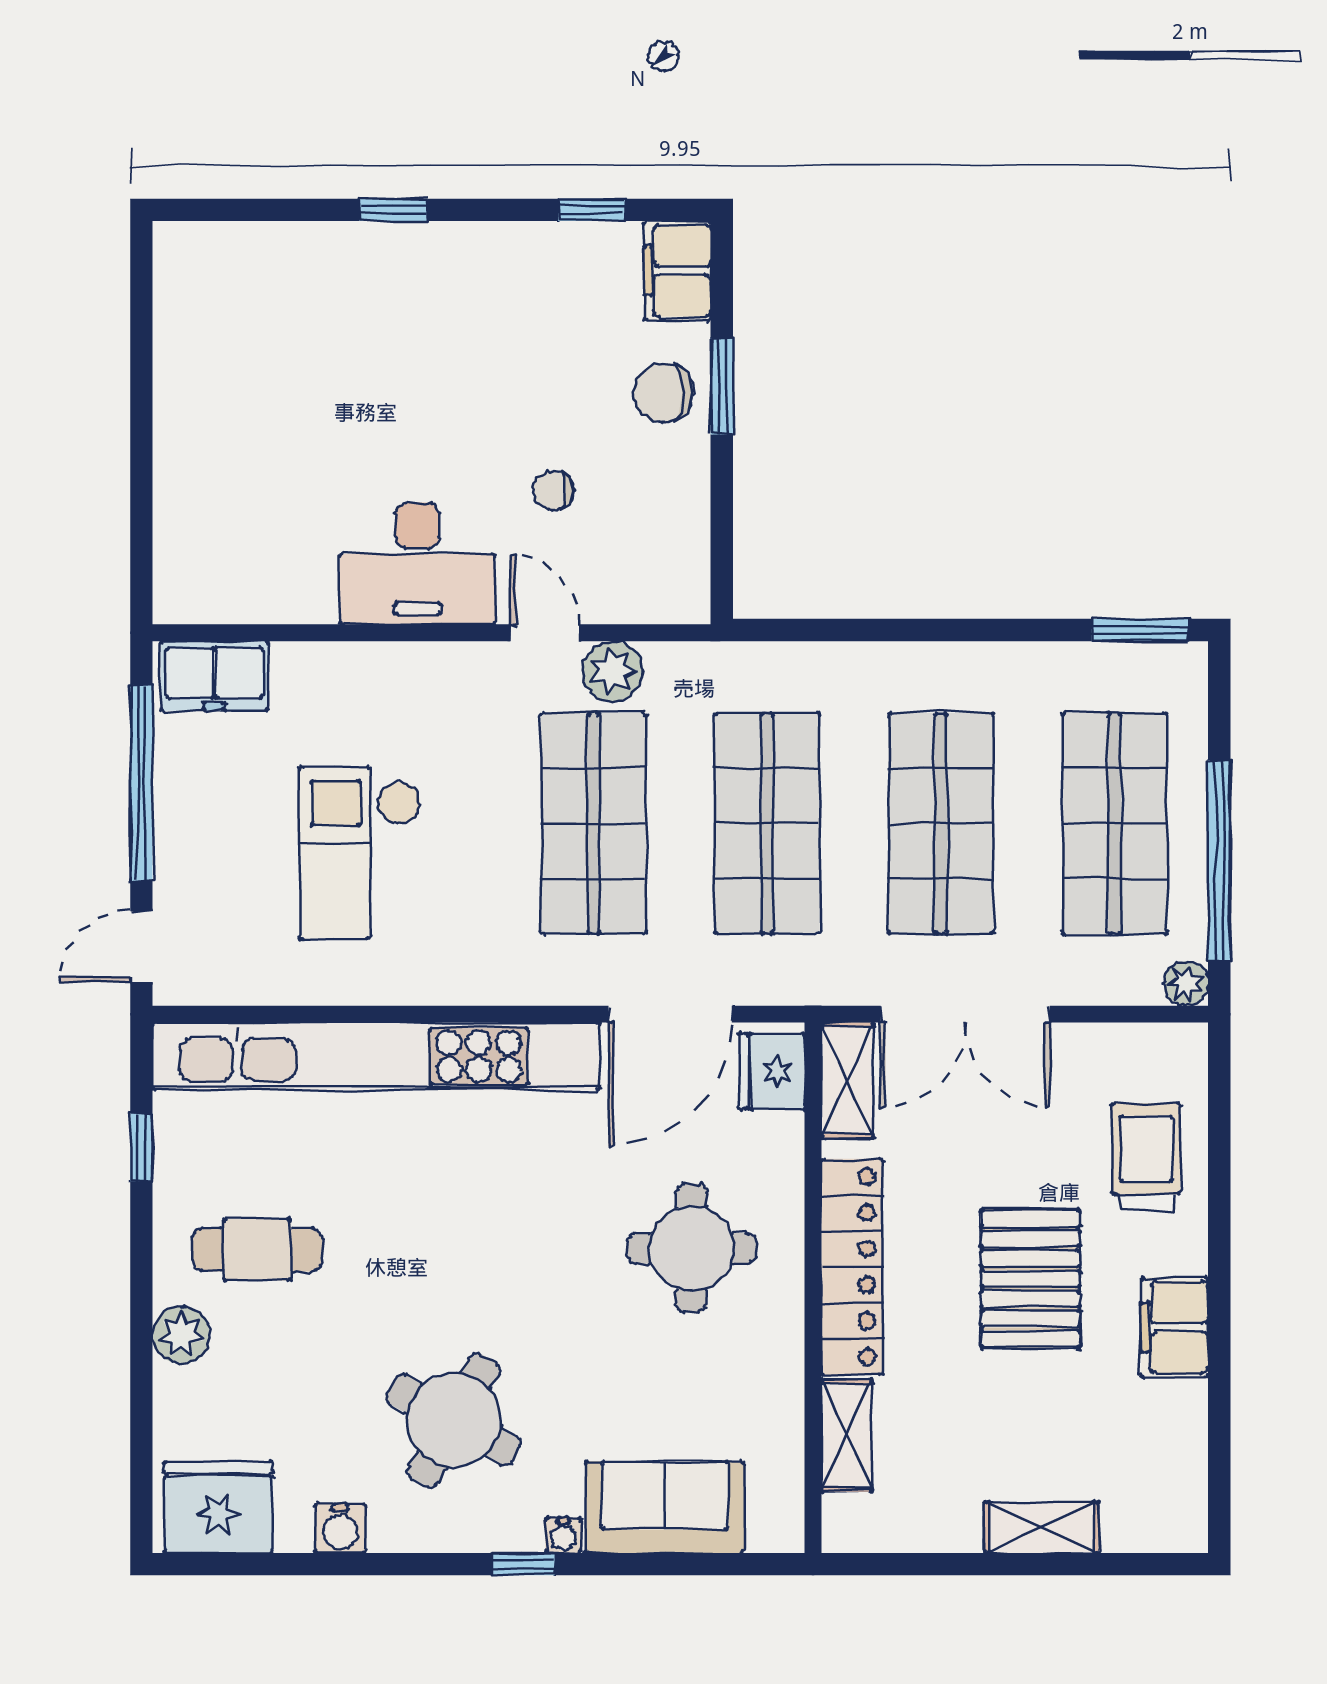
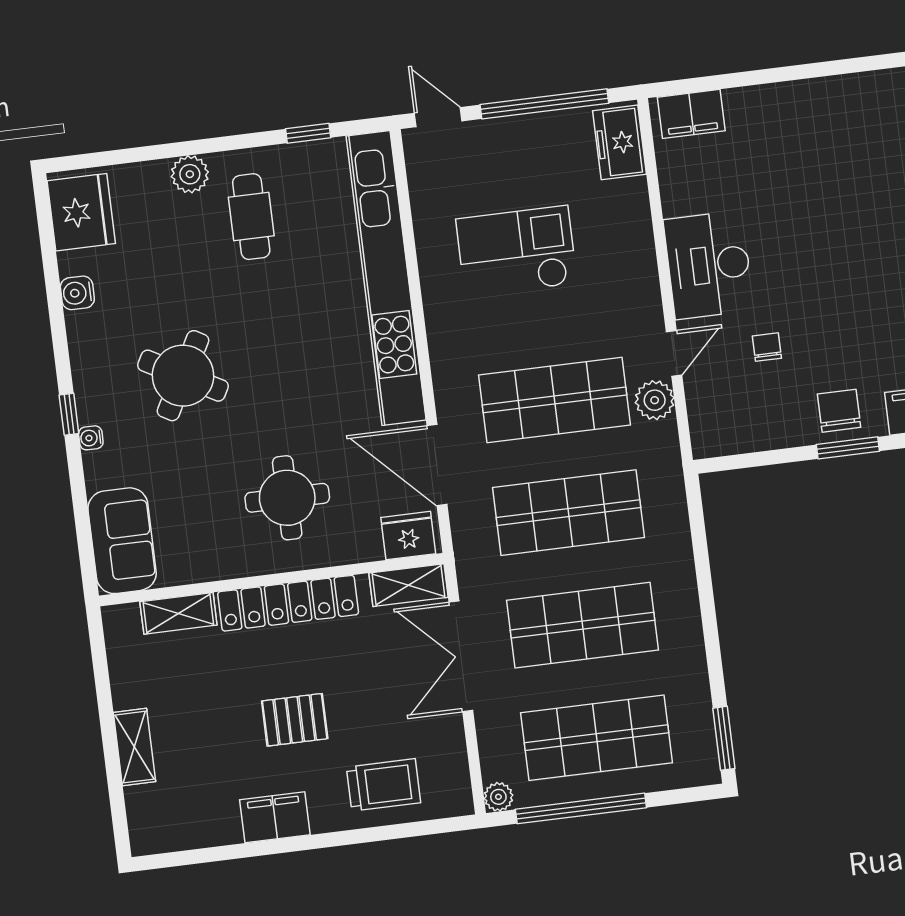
filing cabinet: (185, 561) -> (691, 114), added
pallet: (1030, 1279) -> (295, 720), width x0.67, depth x0.71
round table: (454, 1420) -> (183, 376), moved
sofa: (665, 1507) -> (122, 541), moved

